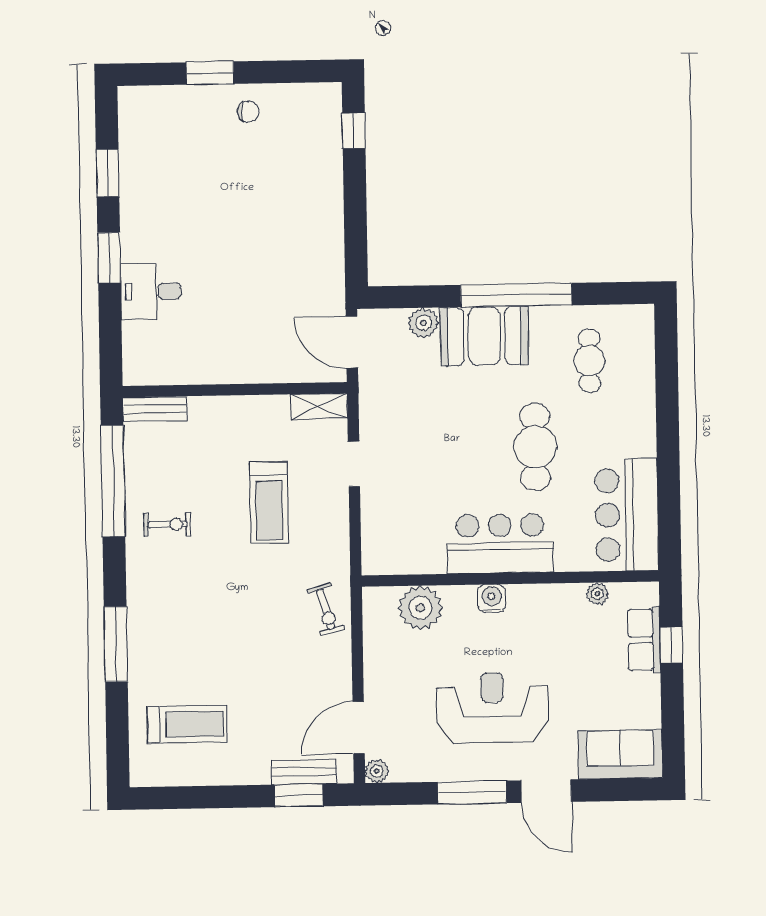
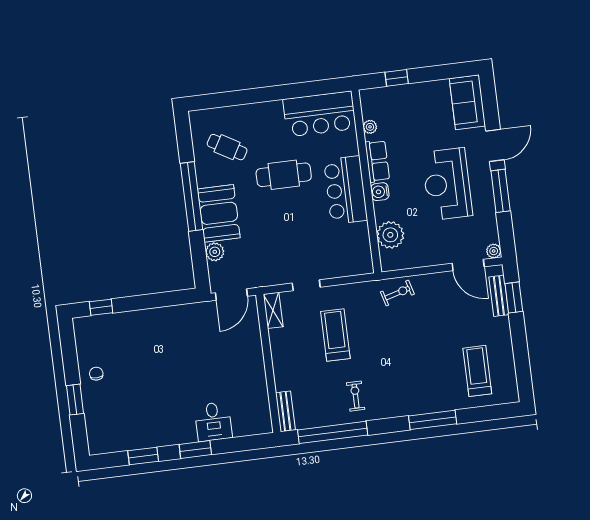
cafe table: (589, 361) -> (227, 147), turned 30
treadmill: (269, 502) -> (335, 335), turned -90
row of seats: (644, 640) -> (377, 161), moved, turned -90

